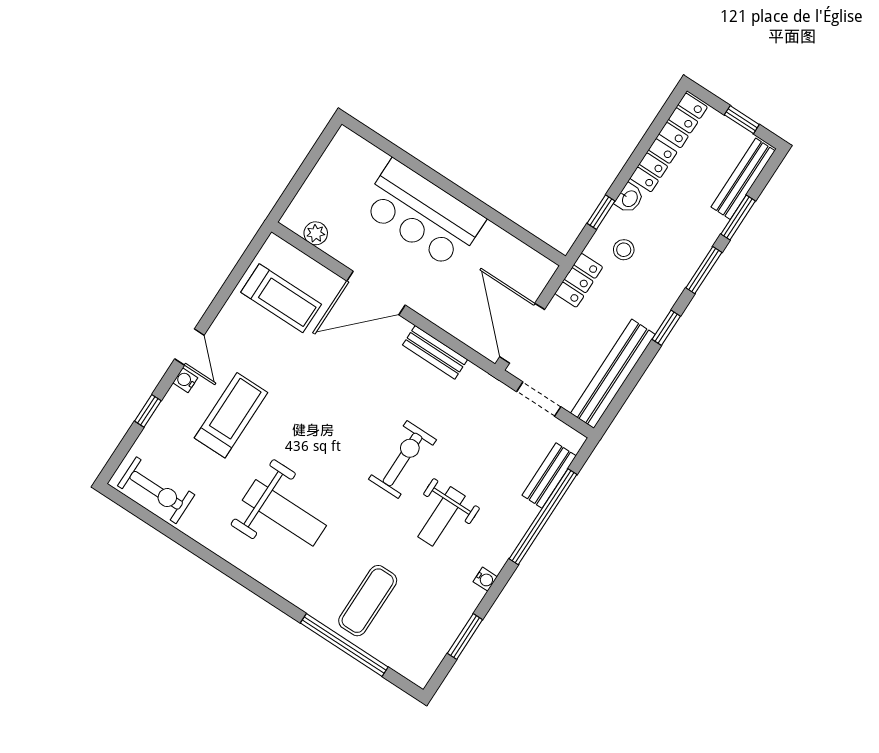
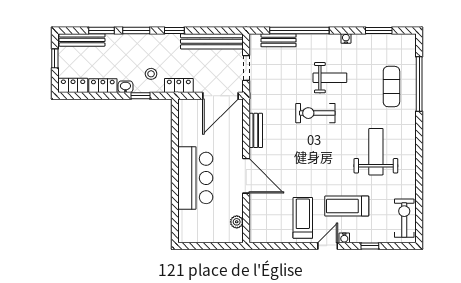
treadmill: (281, 298) -> (303, 218), moved
exercise mat: (368, 601) -> (391, 87), turned 90

